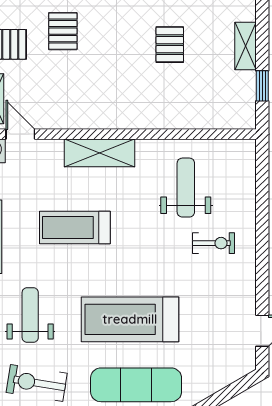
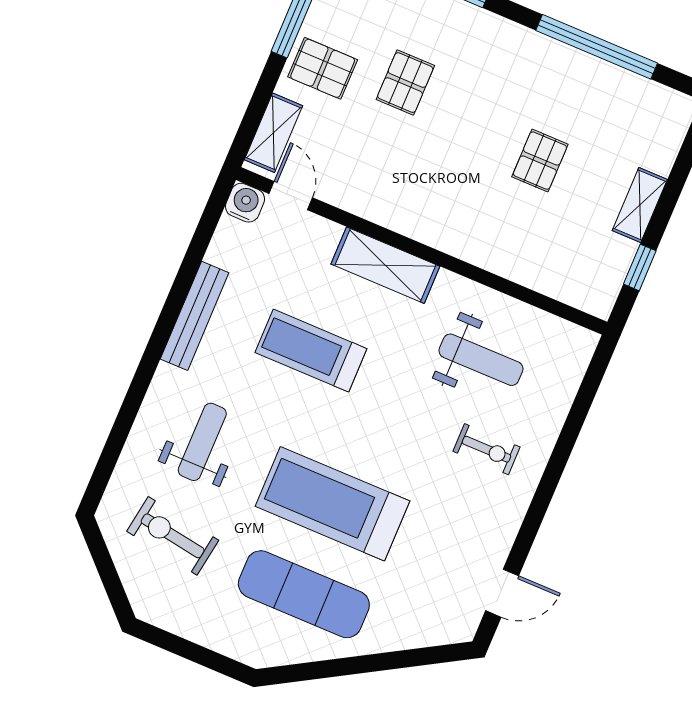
weight bench: (186, 188) -> (481, 360), turned 90

